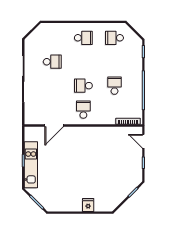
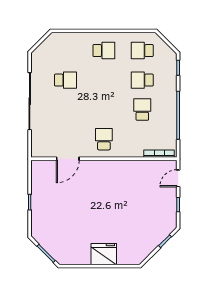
school desk: (83, 86) -> (142, 80), moved
door: (143, 141) -> (178, 178), hinge flipped
kitchen unit: (31, 165) -> (39, 207), removed
fridge: (88, 205) -> (104, 254), width x1.88, depth x1.34

